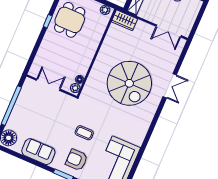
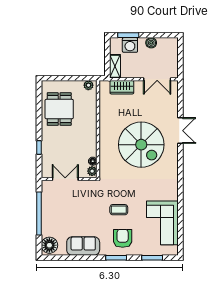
wardrobe: (124, 20) -> (122, 87), moved
window: (48, 21) -> (39, 148), moved
armchair: (77, 160) -> (123, 238), turned 90

